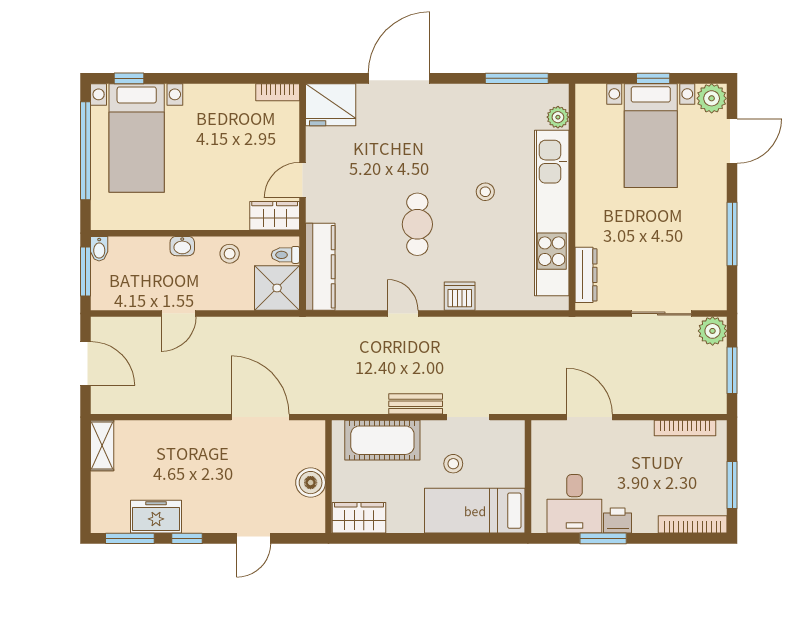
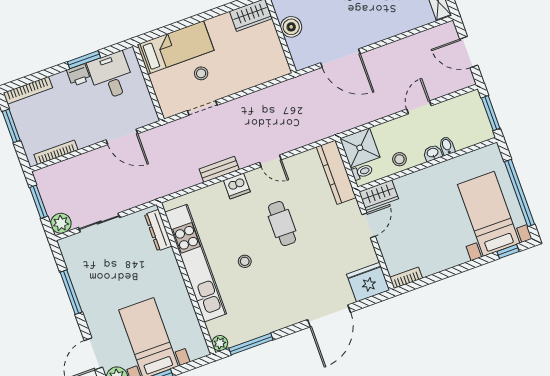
plant: (558, 117) -> (220, 343), moved
bidet: (99, 249) -> (447, 146), moved
bench: (416, 404) -> (219, 169), moved
cot: (382, 440) -> (254, 72), removed

